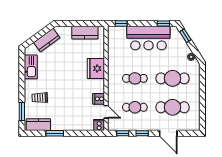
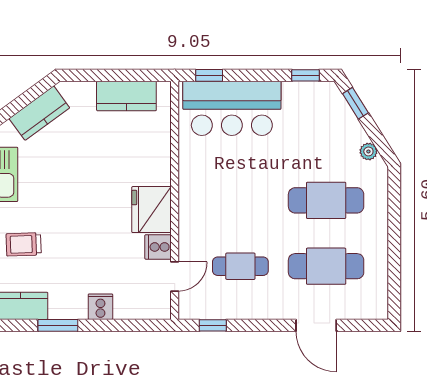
bar counter: (148, 38) -> (232, 108), moved
fridge: (96, 68) -> (152, 210), moved
cafe table: (135, 78) -> (240, 200), removed
door: (106, 112) -> (175, 276), hinge flipped
cooker: (99, 125) -> (100, 307), moved
window: (142, 133) -> (257, 325), removed

